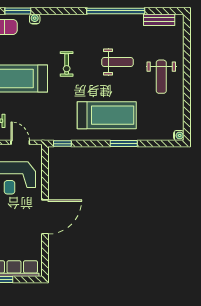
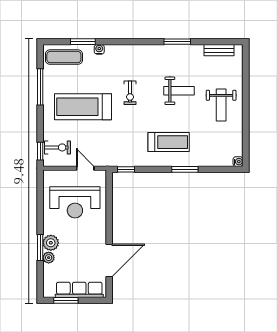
window: (116, 11) -> (177, 42), width x0.47
treadmill: (107, 115) -> (169, 142), width x0.73, depth x0.73
door: (45, 217) -> (109, 260), moved

